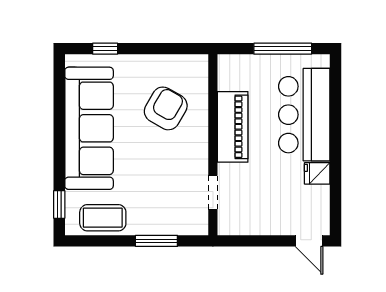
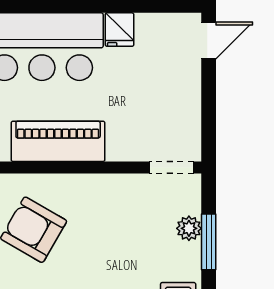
doorway: (213, 192) -> (172, 167), moved
plant: (167, 226) -> (189, 228), added

